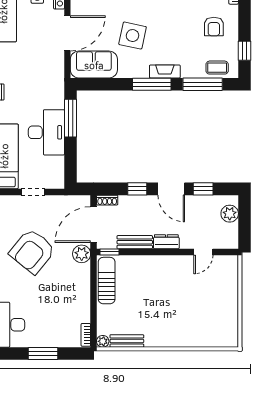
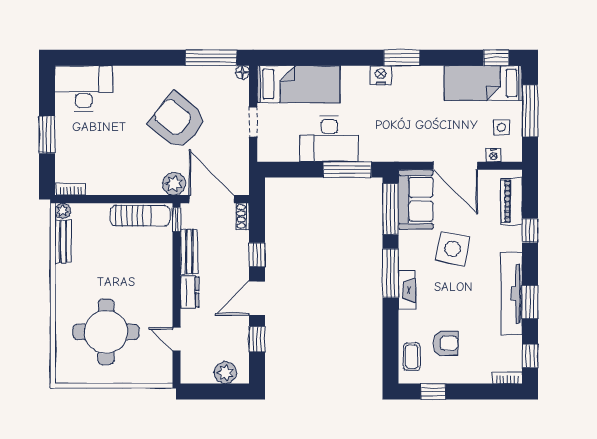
armchair: (214, 26) -> (446, 343), moved, turned 180
window: (203, 84) -> (391, 209), moved
round table: (198, 307) -> (106, 332), added

